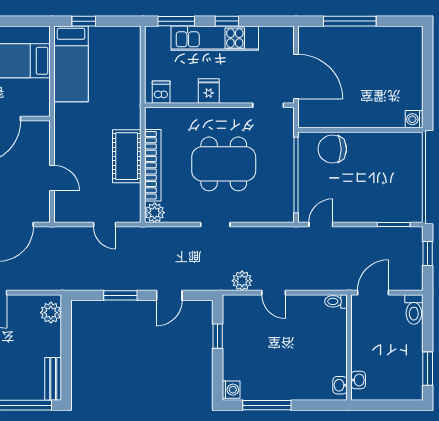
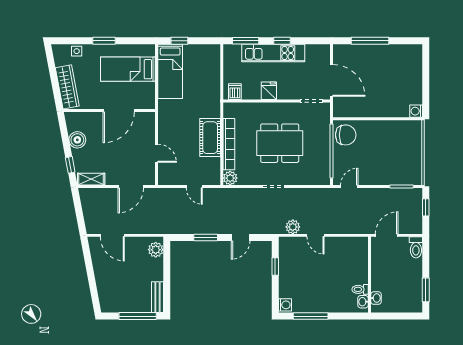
chair: (332, 149) -> (346, 135), moved, turned 180
toilet: (336, 301) -> (360, 289), moved

